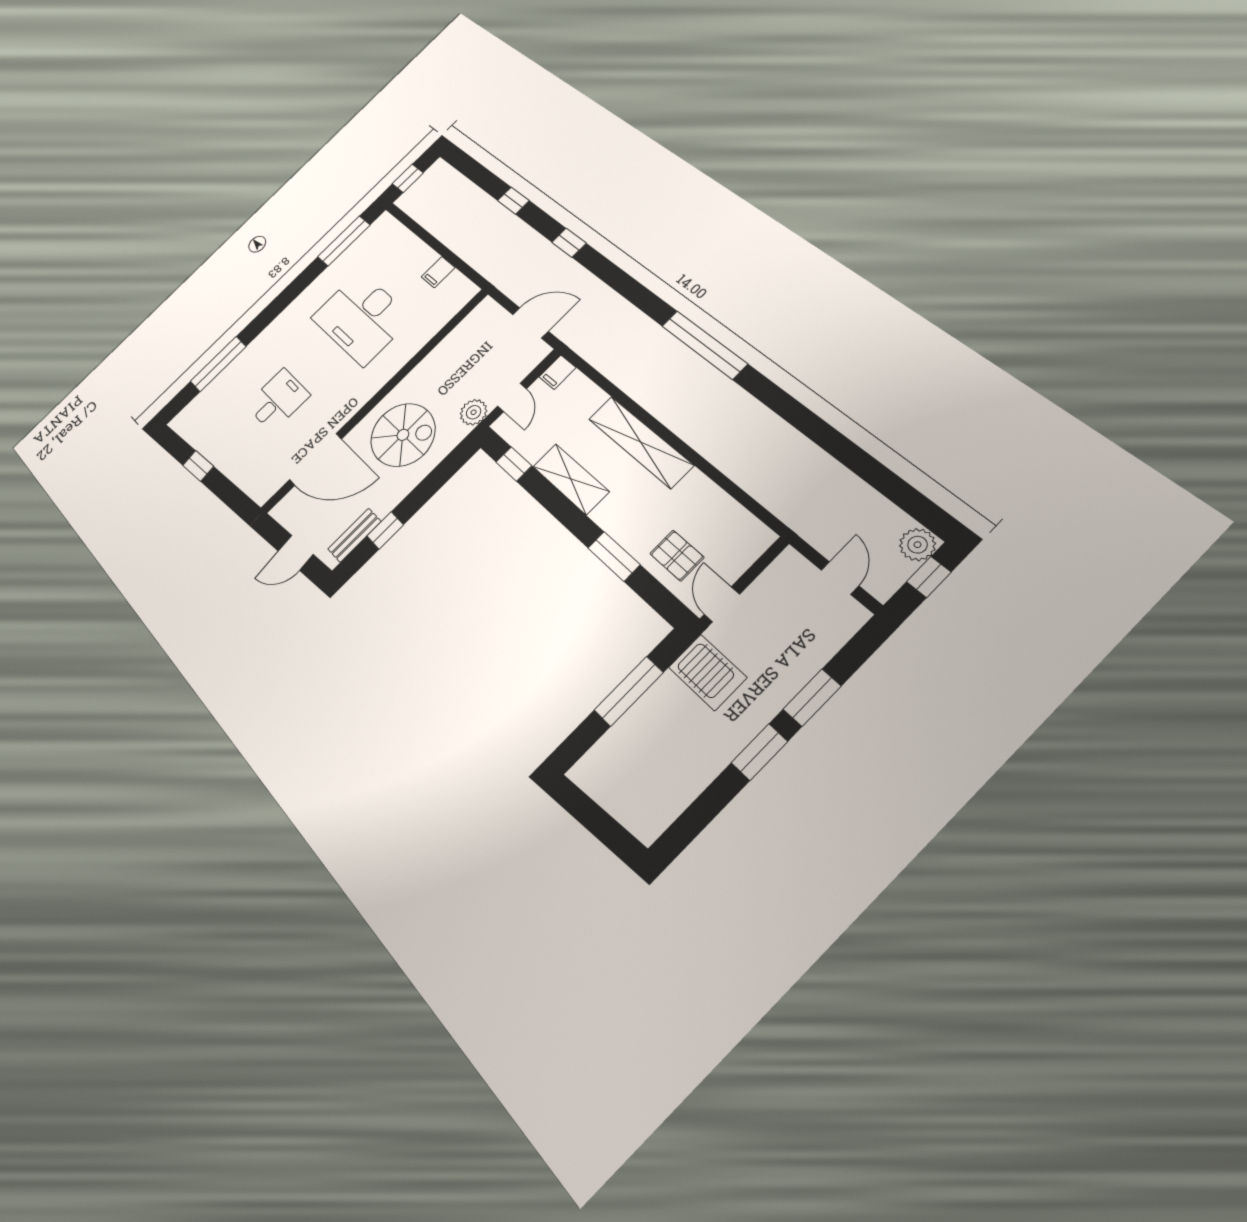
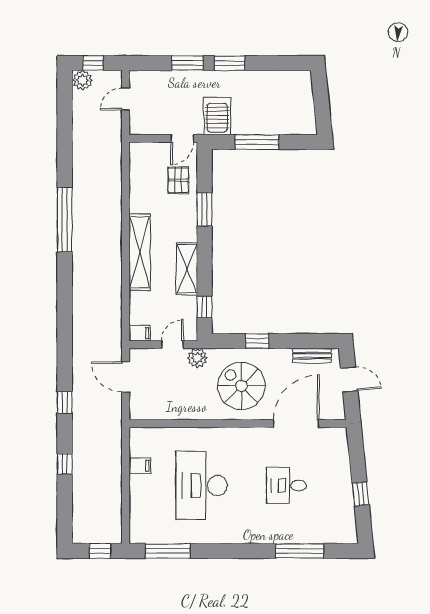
desk: (361, 318) -> (202, 485), turned 180
window: (704, 345) -> (65, 220), moved
door: (315, 459) -> (296, 424), hinge flipped
window: (385, 530) -> (257, 341), moved

